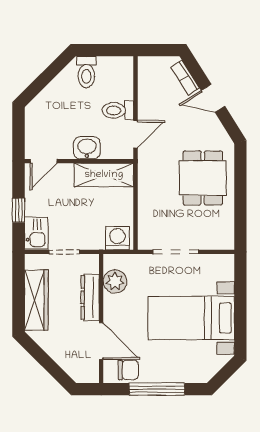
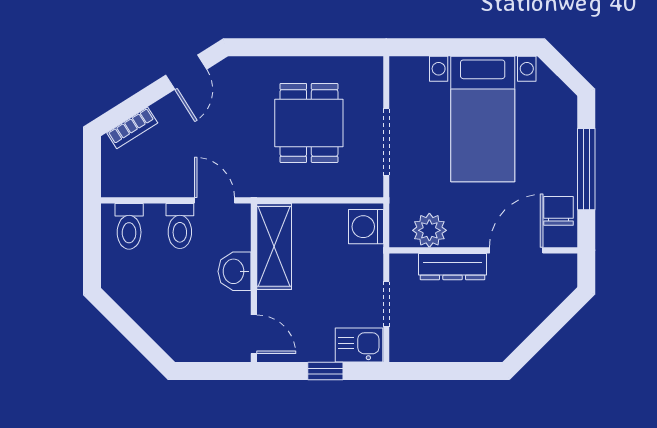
toilet: (86, 72) -> (129, 226), moved, turned 90
door: (213, 98) -> (186, 72), moved
dining table: (203, 178) -> (309, 123), moved, turned 90
wardrobe: (36, 300) -> (457, 345), removed

